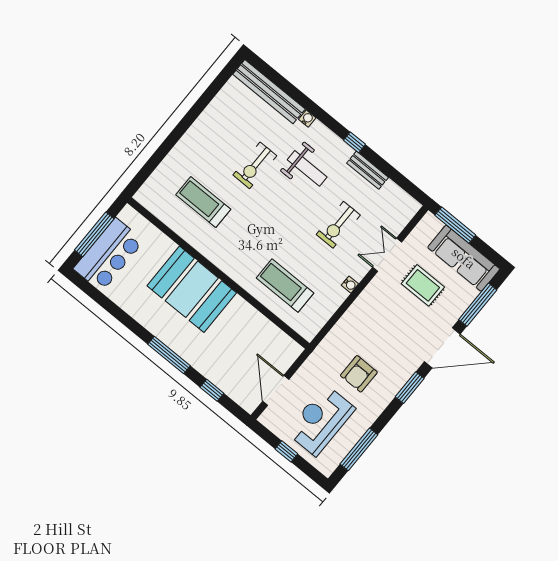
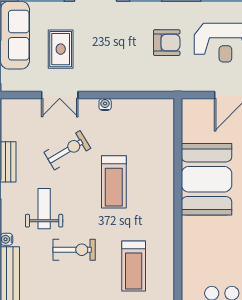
exercise bike: (338, 225) -> (67, 150), turned -31
treadmill: (285, 285) -> (114, 182), moved
booth: (192, 289) -> (206, 179), moved

